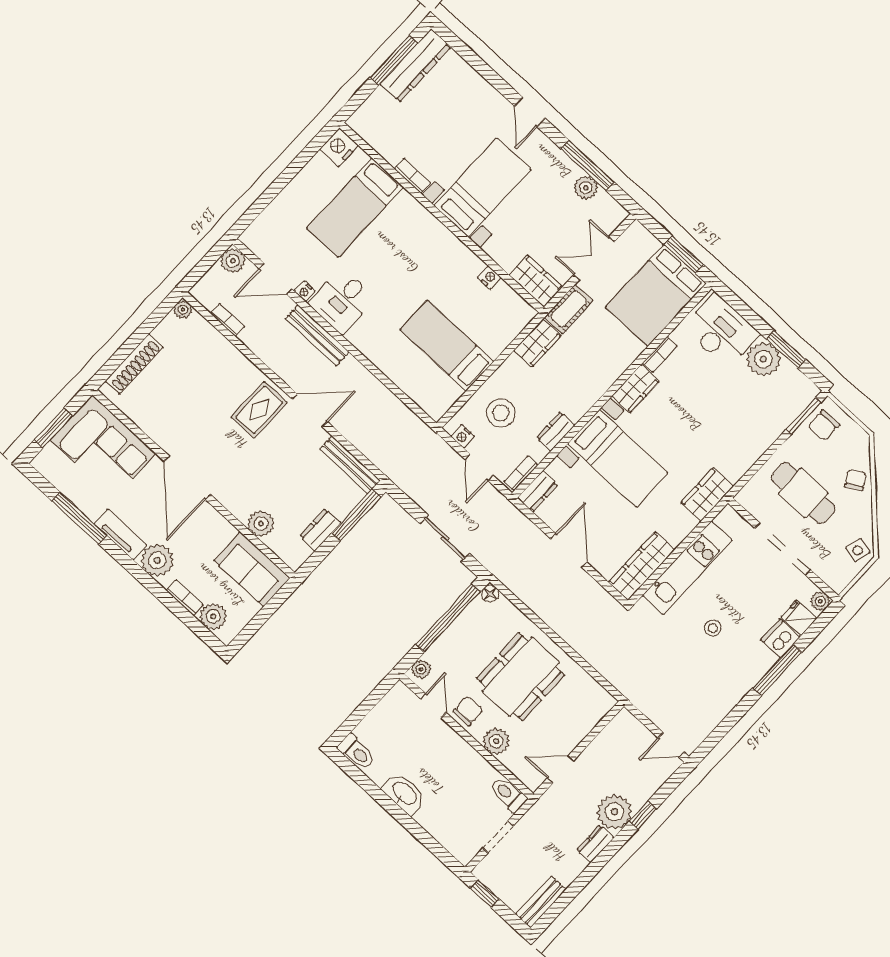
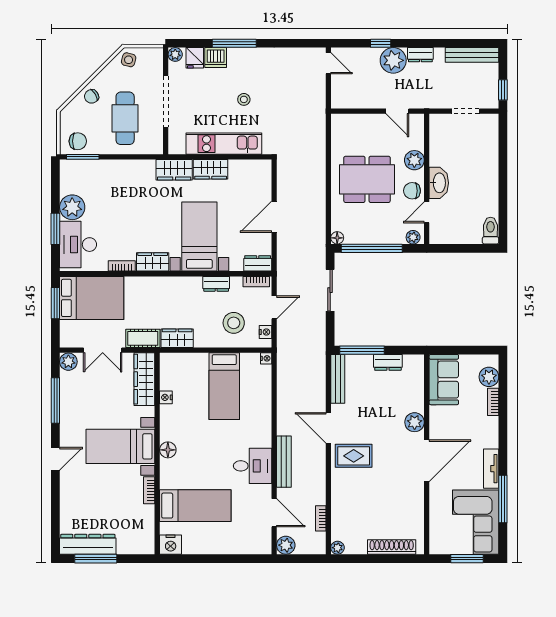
plant: (586, 188) -> (68, 362), moved
floor lamp: (435, 231) -> (168, 450), added
wardrobe: (536, 281) -> (144, 379), width x1.50
nightstand: (305, 291) -> (266, 358), moved
window: (786, 349) -> (55, 229), moved
corner sofa: (103, 447) -> (476, 522), moved, turned 180
plant: (261, 524) -> (415, 422), moved
plant: (157, 560) -> (487, 435), removed
wardrobe: (642, 566) -> (211, 169), moved, width x0.67
washbasin: (404, 794) -> (439, 183), moved, turned 180
toilet: (508, 794) -> (437, 127), removed
bench: (541, 902) -> (472, 55), width x1.36

